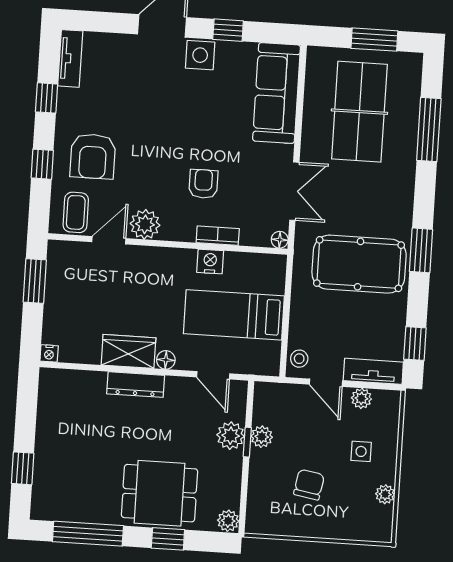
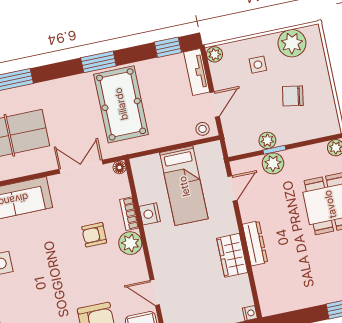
plant: (145, 224) -> (130, 243), moved
floor lamp: (166, 360) -> (231, 226), removed
plant: (361, 398) -> (215, 54), moved
plant: (385, 494) -> (292, 43), width x1.88, depth x1.88

